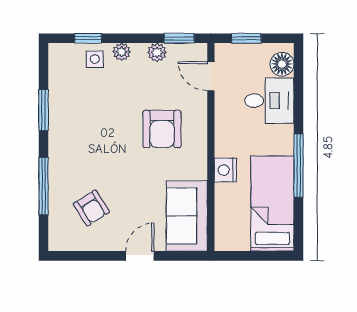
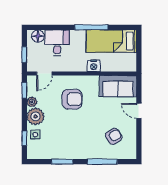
plant: (122, 52) -> (35, 116), width x1.88, depth x1.88

